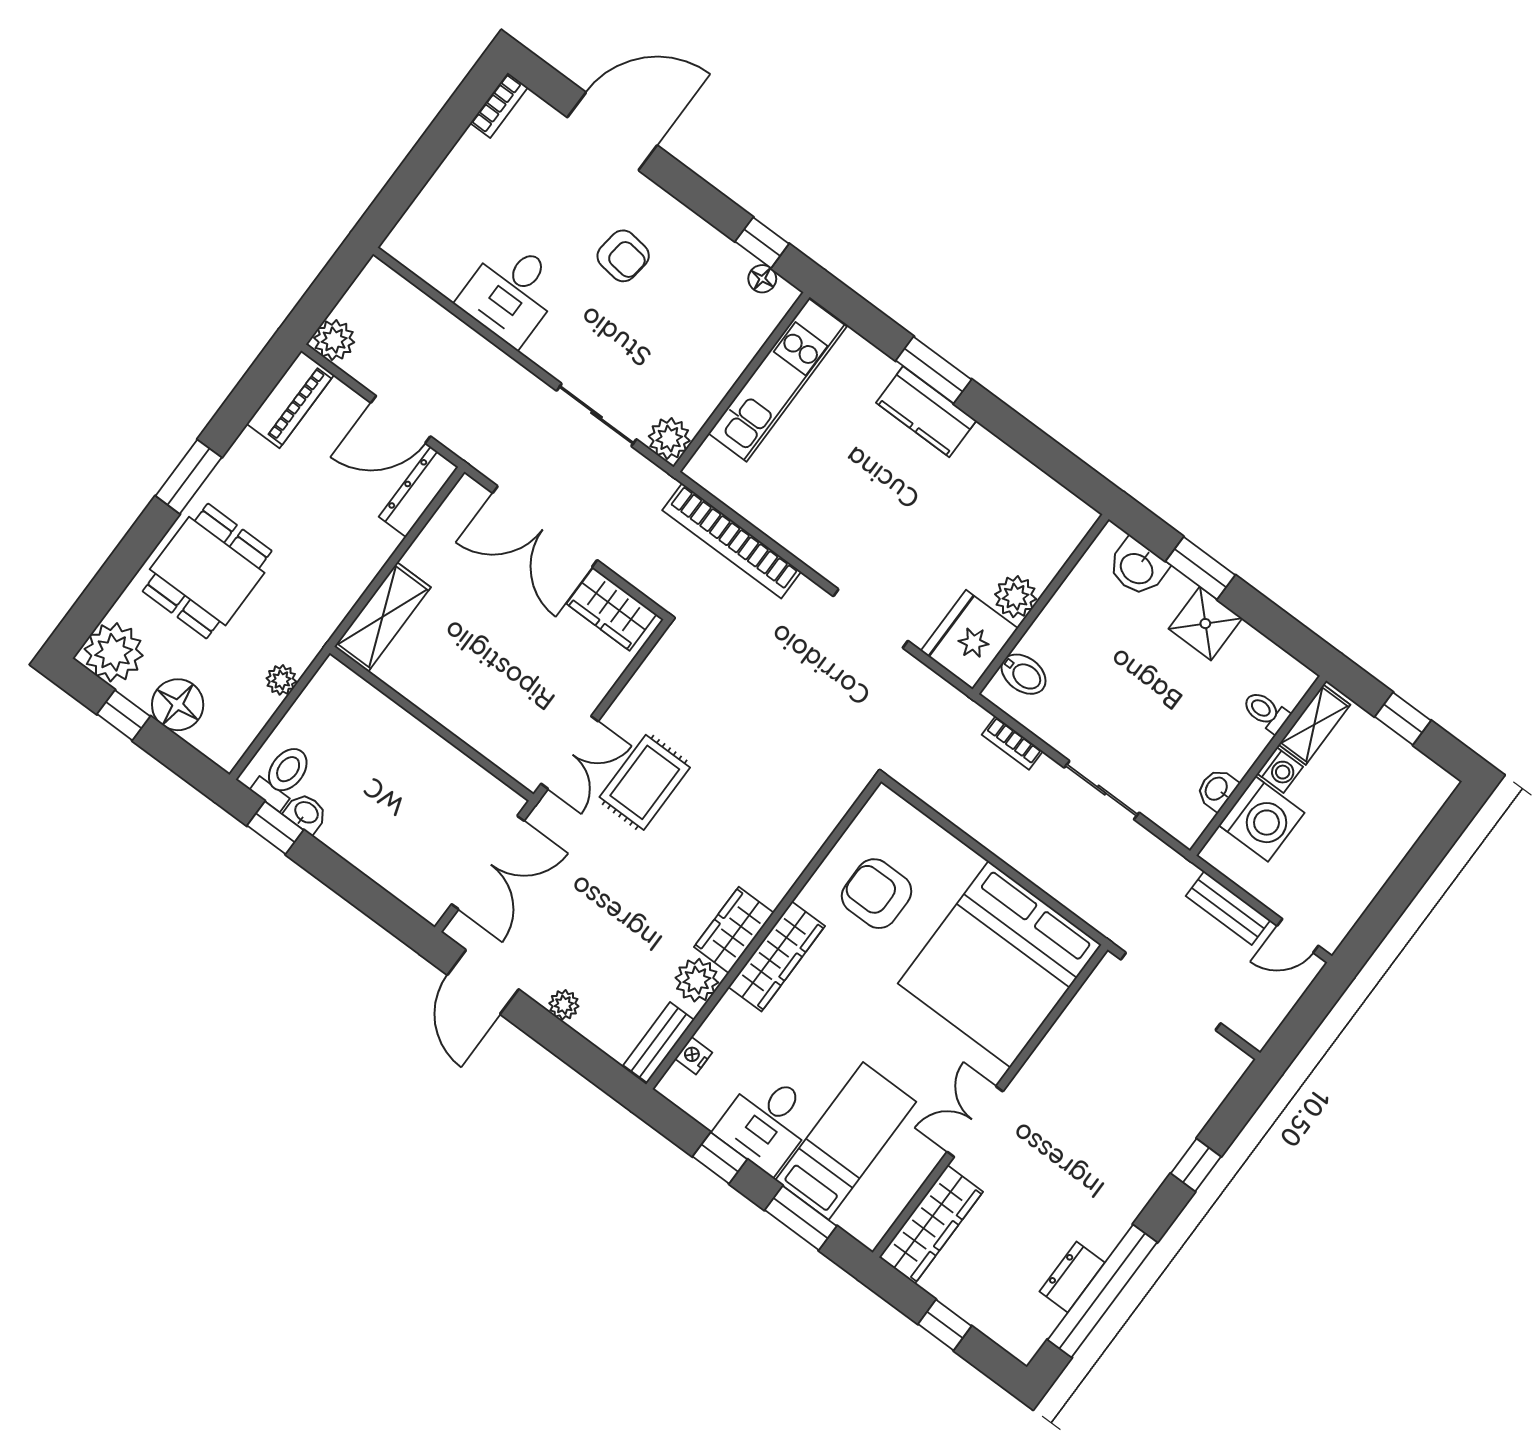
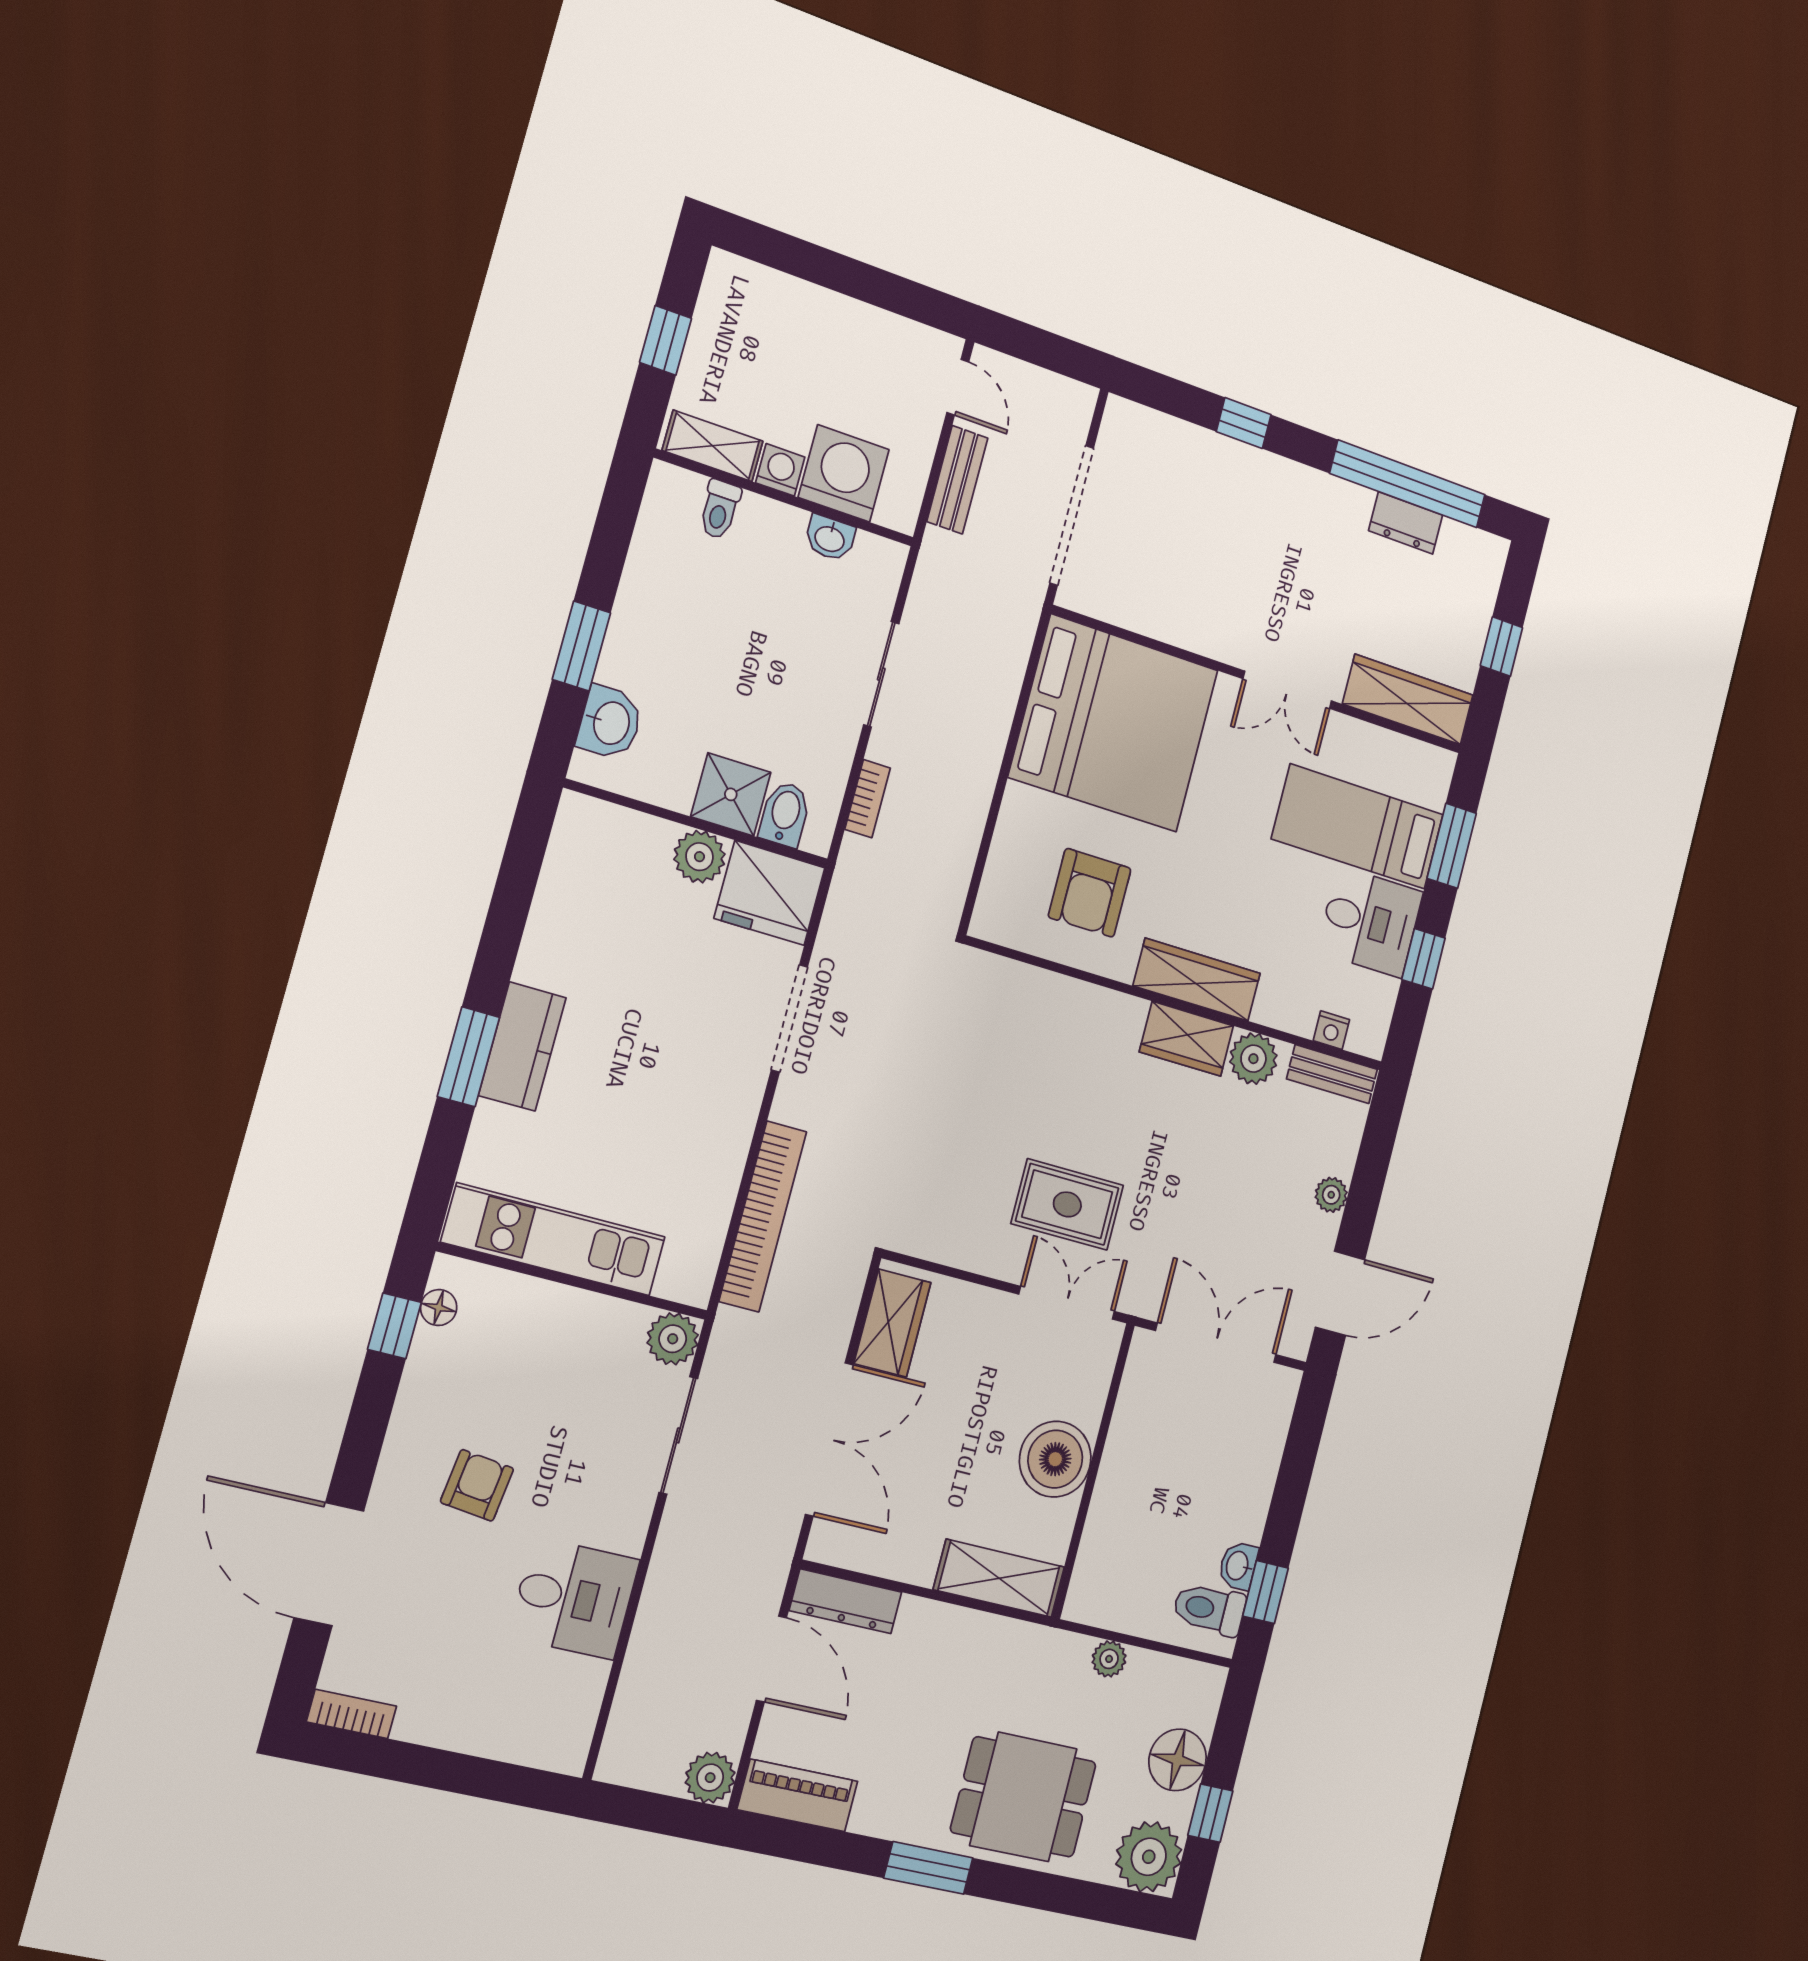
shower: (1205, 624) -> (731, 794), moved
boiler: (454, 697) -> (1055, 1459), added

